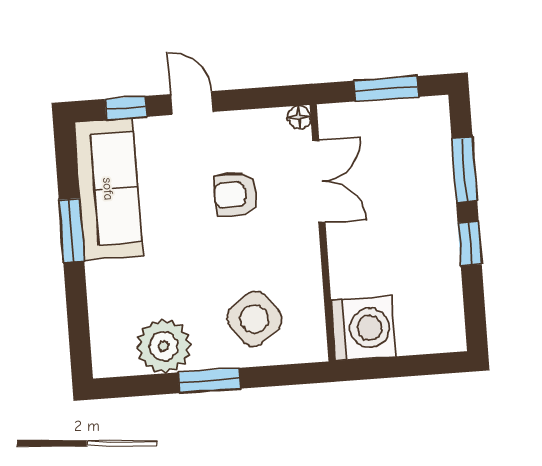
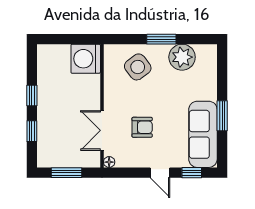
window: (464, 169) -> (32, 131), width x0.67

